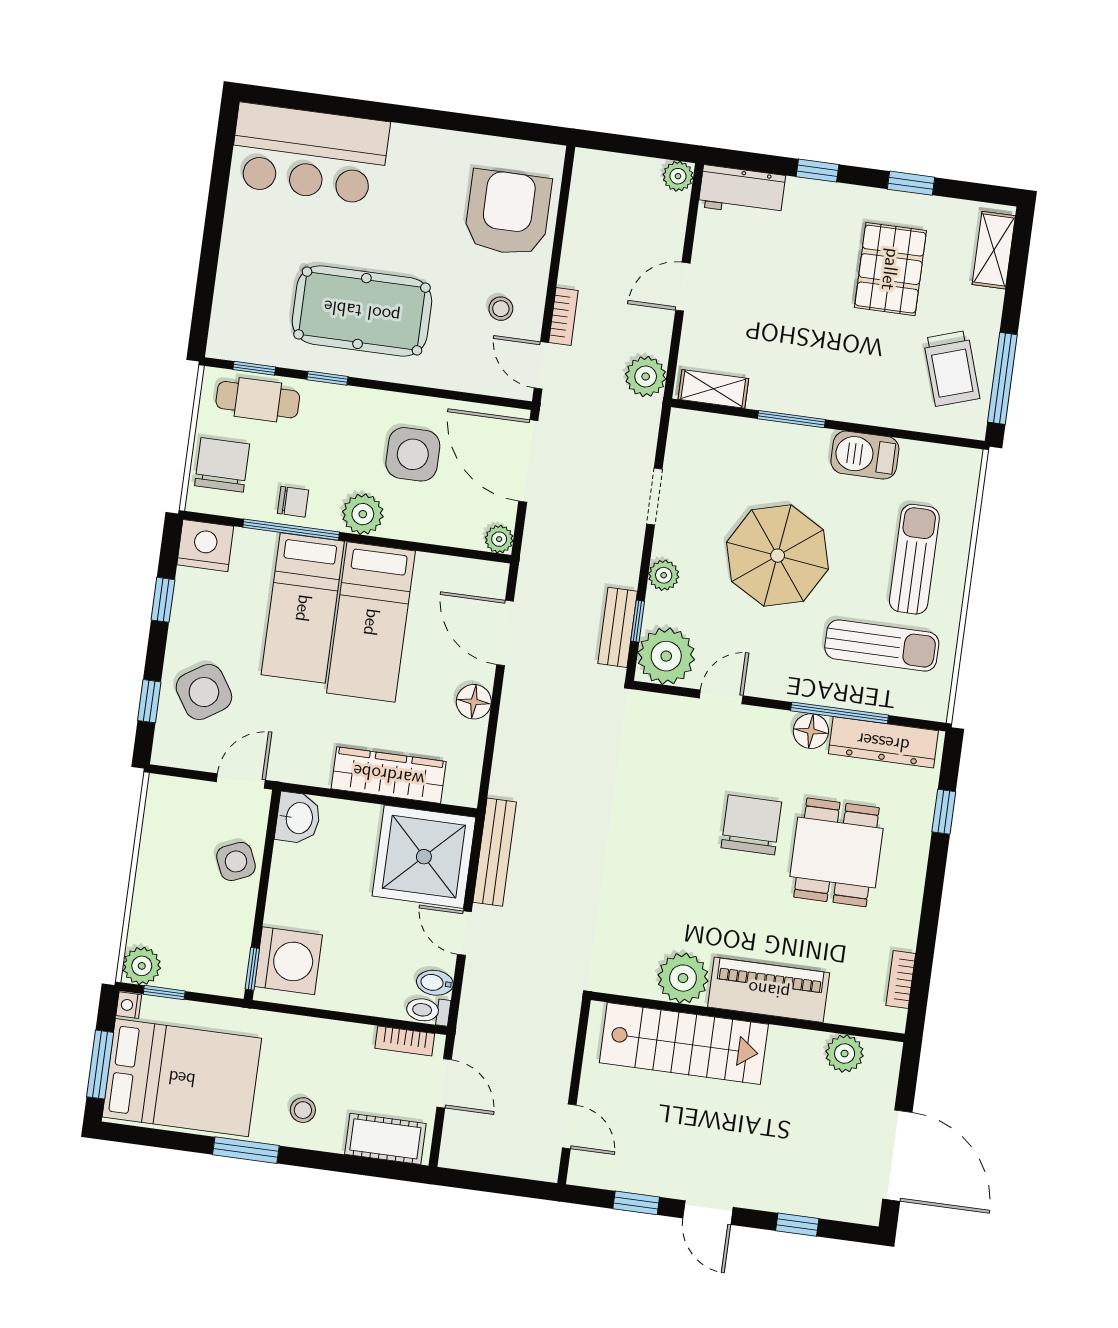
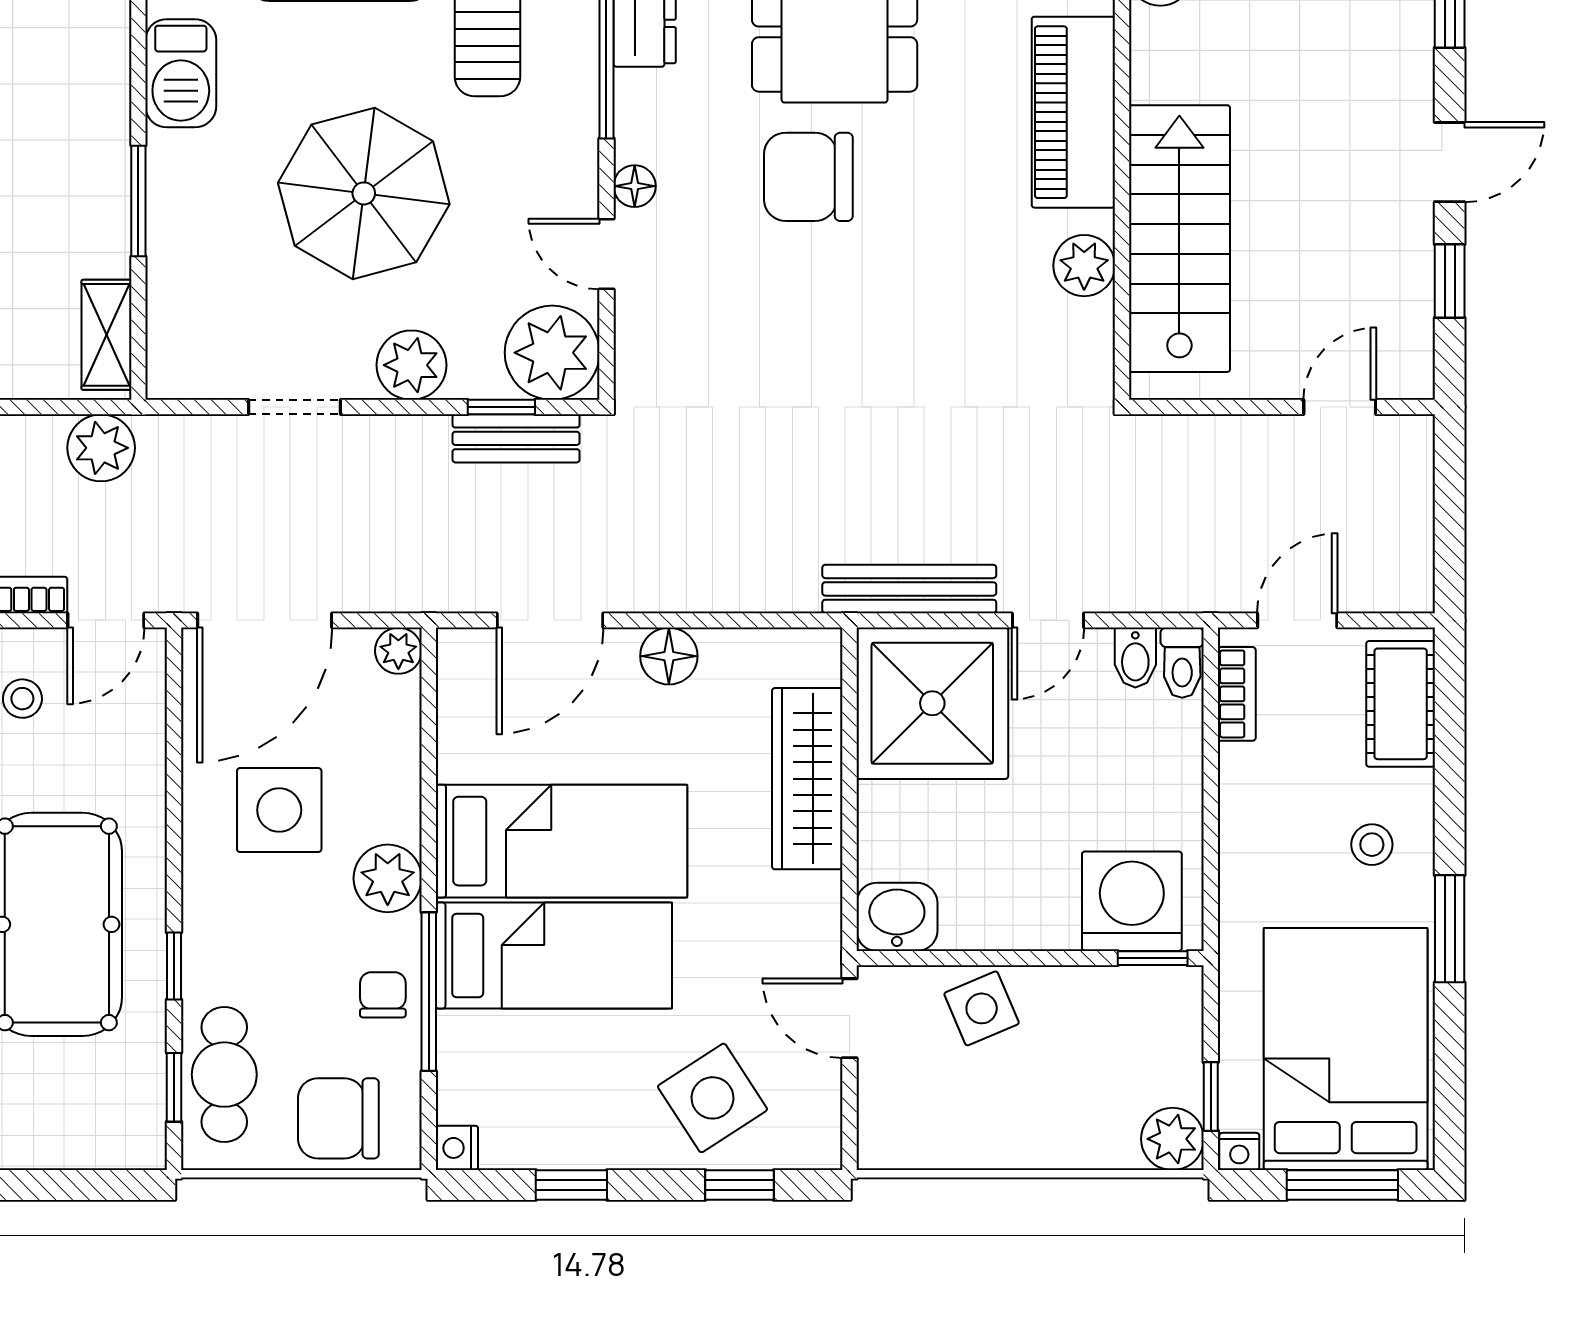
nightstand: (205, 546) -> (457, 1148), width x0.53, depth x0.56
plant: (664, 575) -> (411, 365), width x1.38, depth x1.38
floor lamp: (811, 731) -> (635, 186), moved, width x0.73, depth x0.73
plant: (683, 978) -> (1084, 266), width x0.73, depth x0.73

